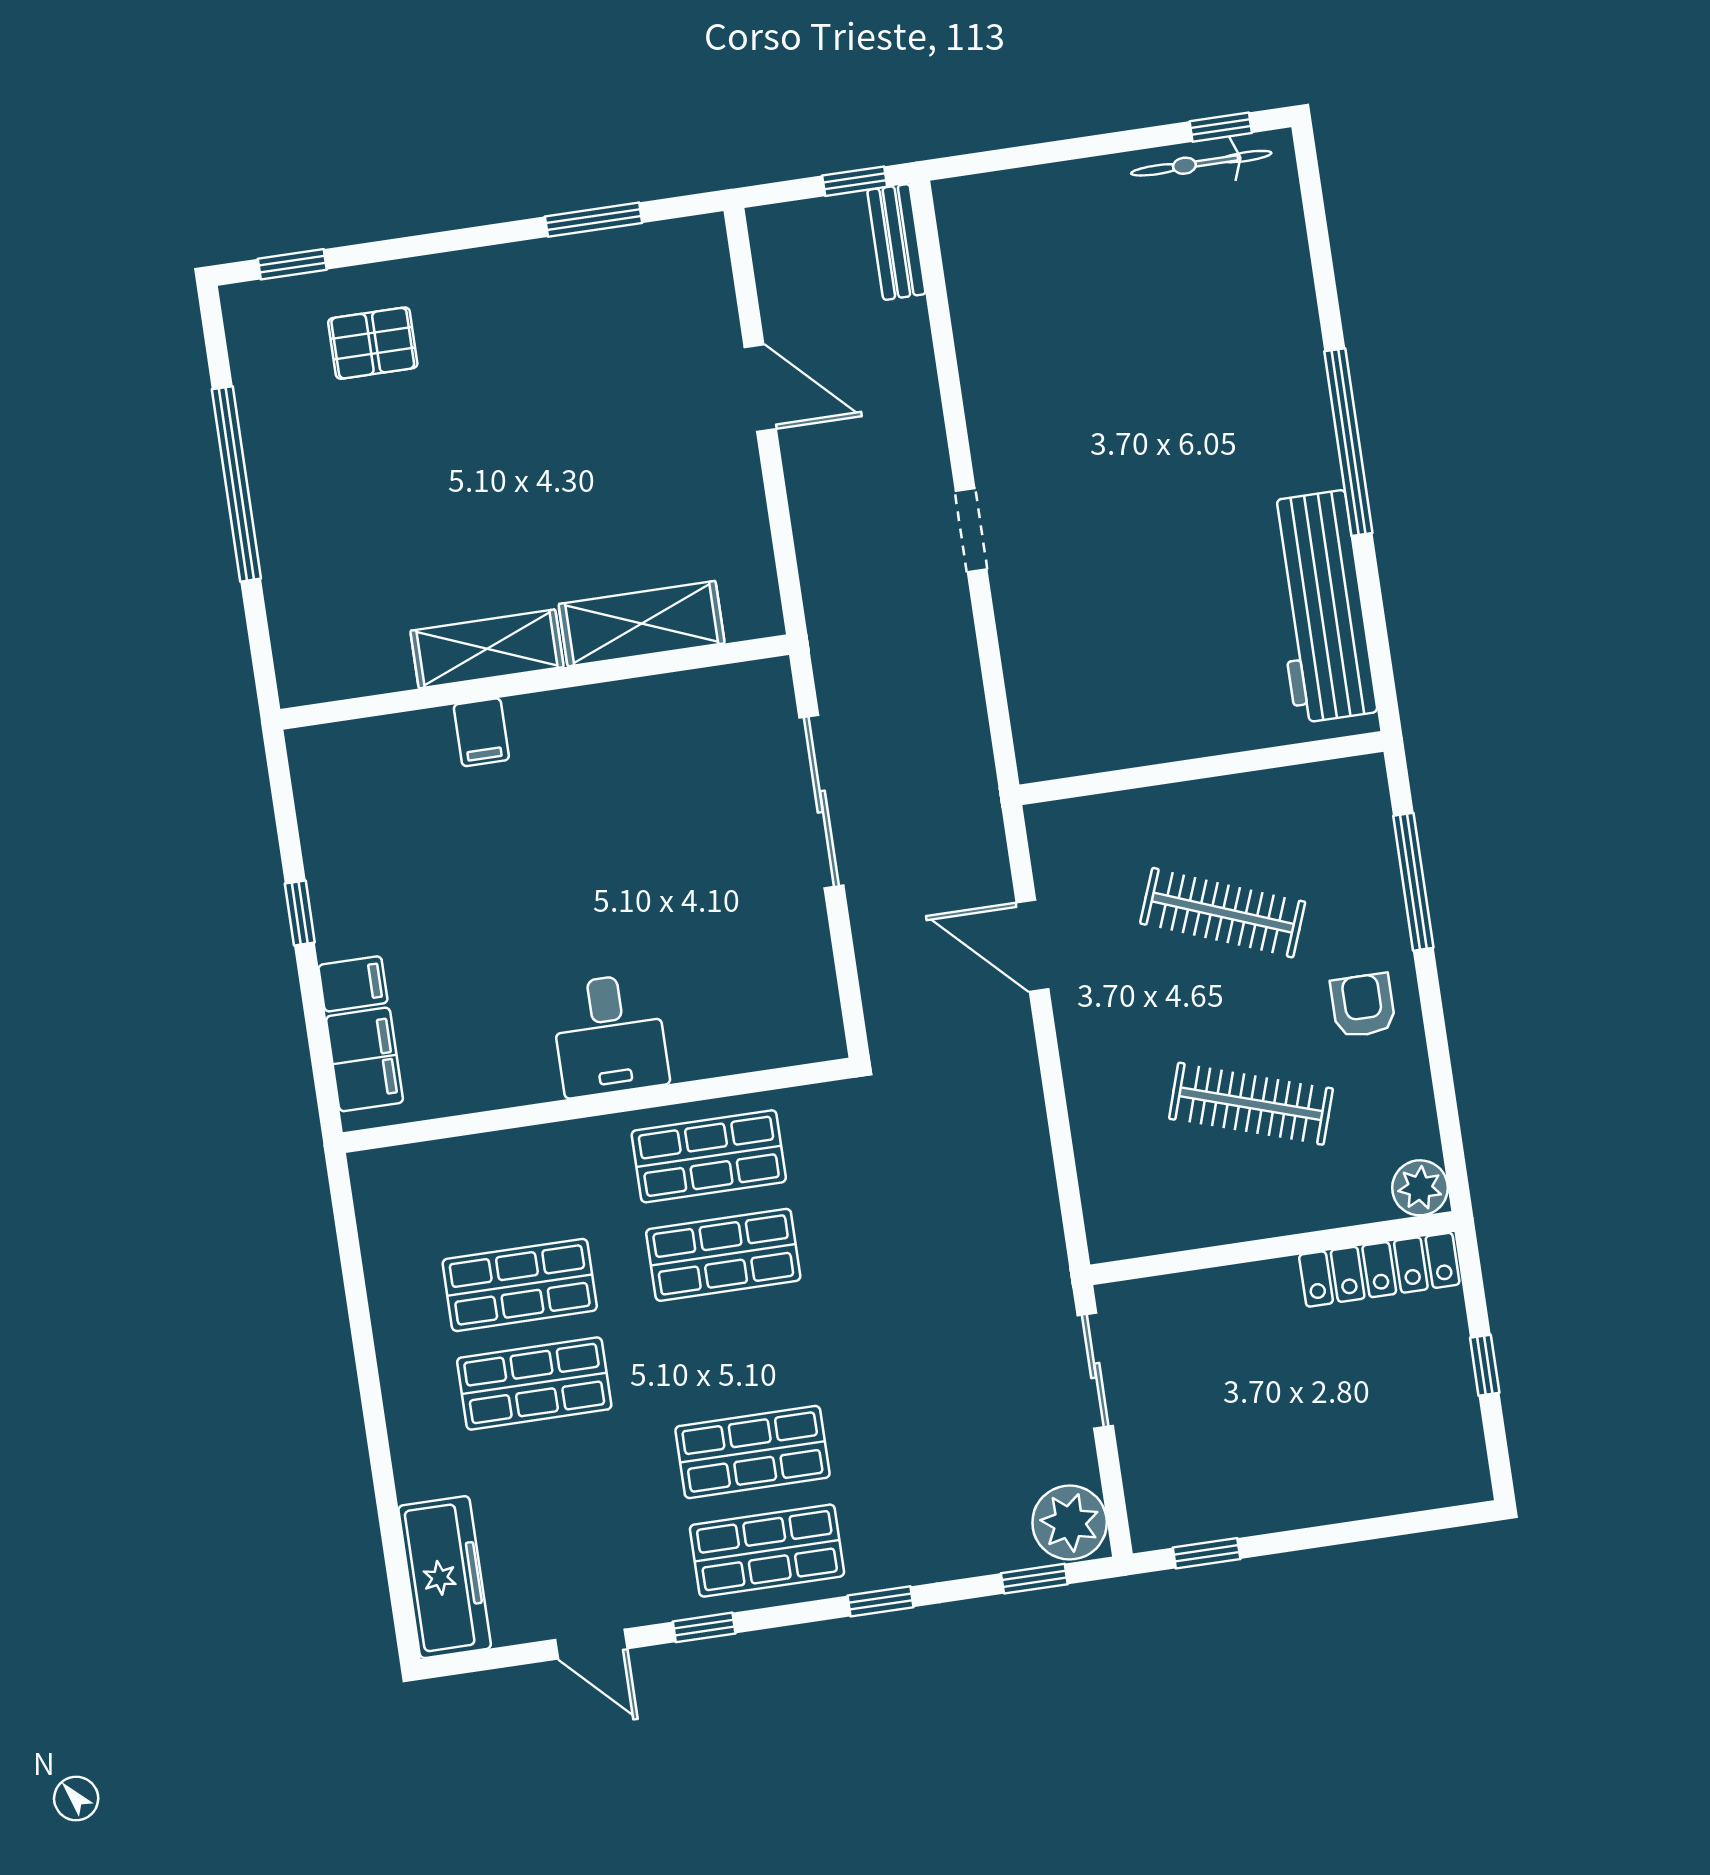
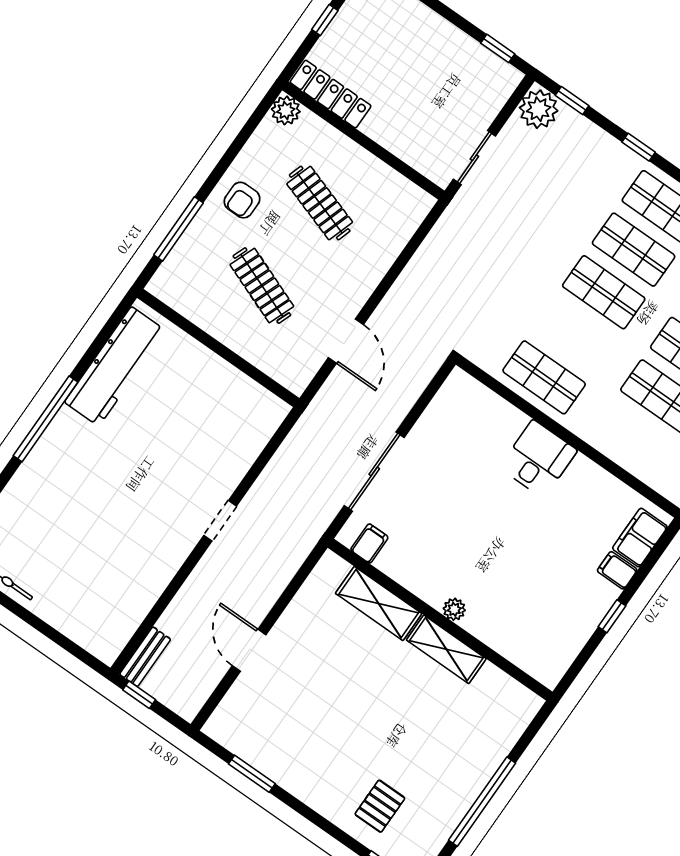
pallet: (373, 343) -> (380, 806), turned 90
plant: (528, 715) -> (454, 609), added
filing cabinet: (481, 732) -> (369, 543), moved
shop shelf: (723, 1255) -> (604, 292), moved

